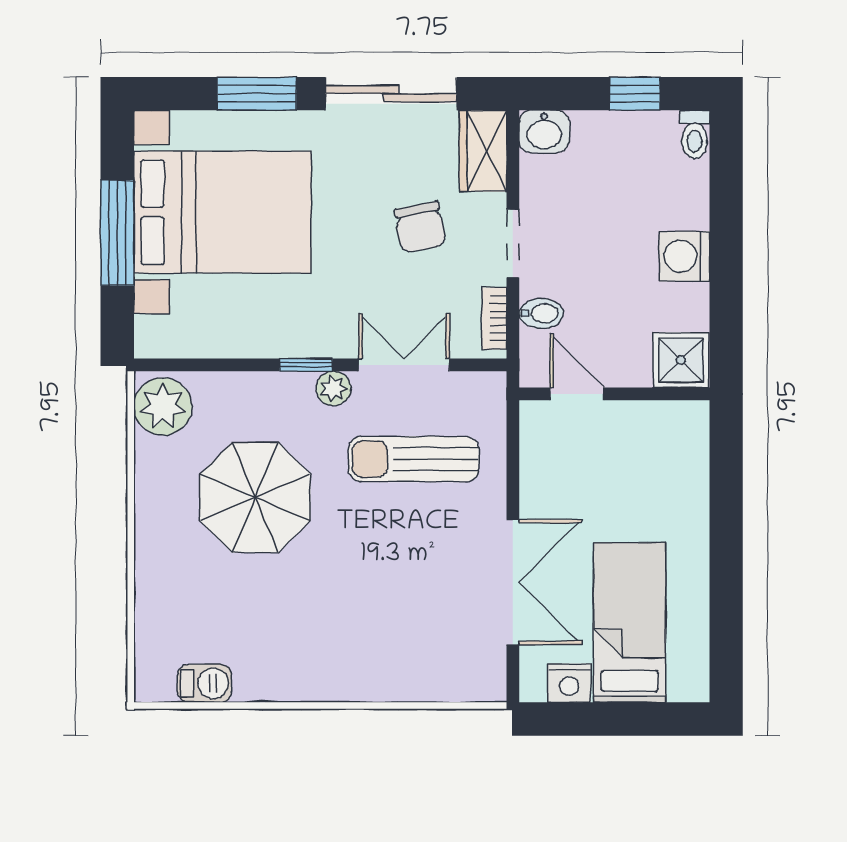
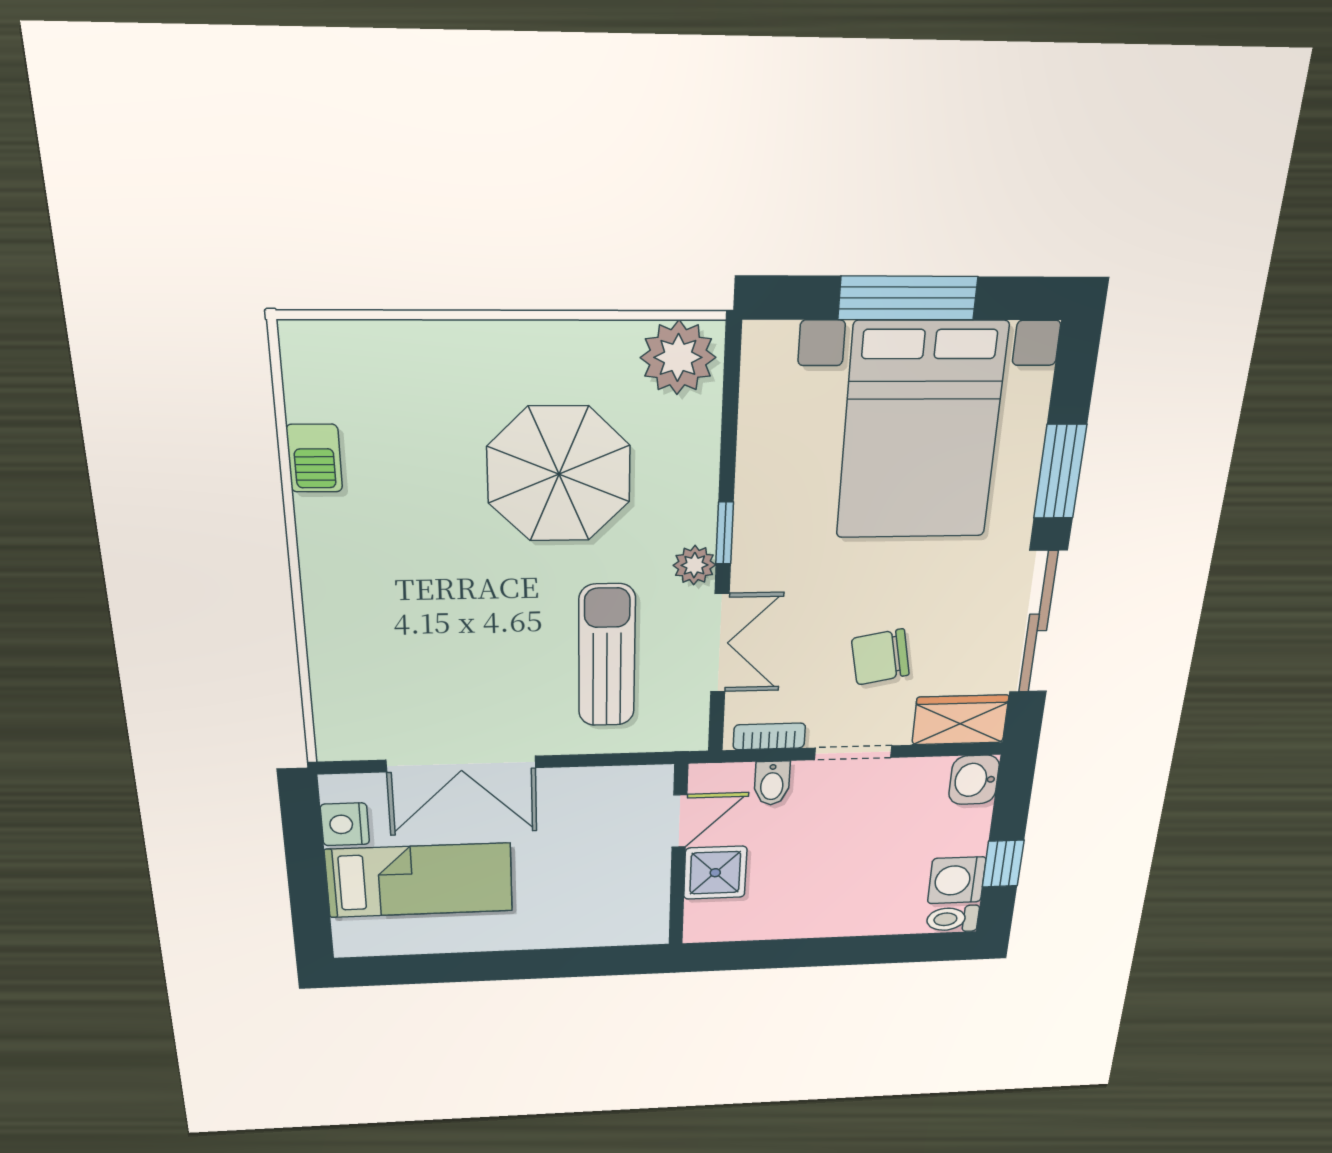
washing machine: (684, 256) -> (957, 880), moved, turned -90
shower: (681, 360) -> (715, 873), moved
barbecue: (204, 683) -> (314, 458), moved

